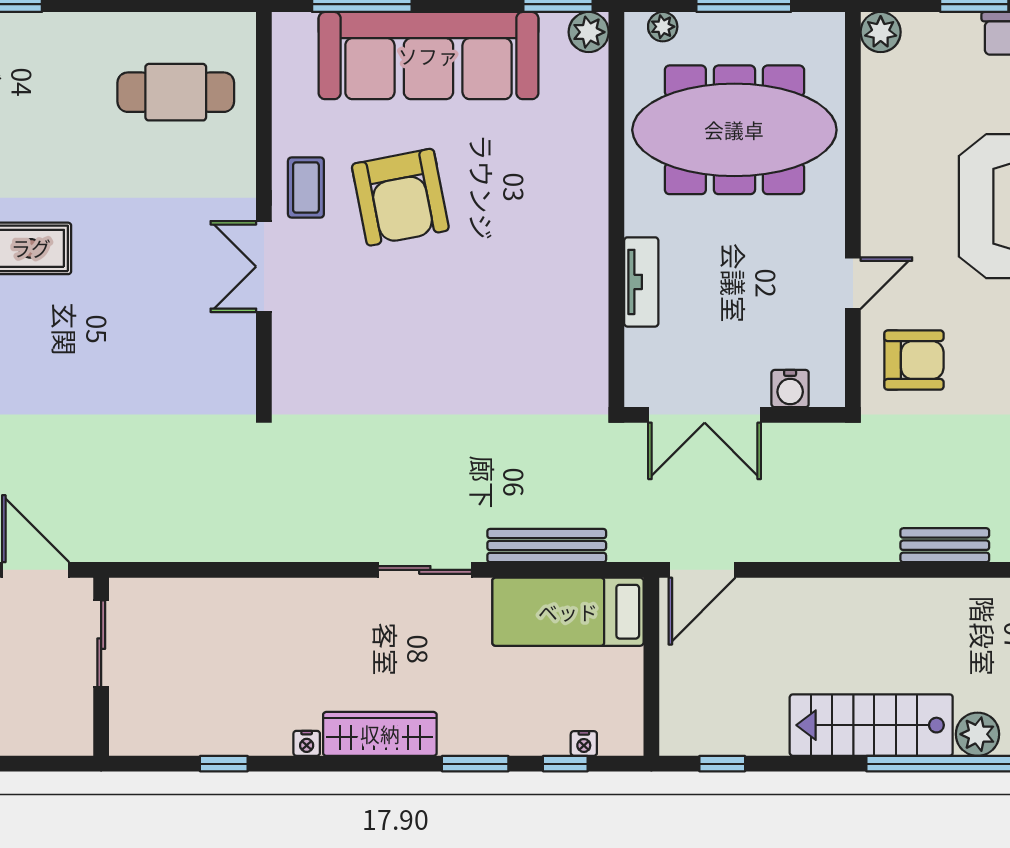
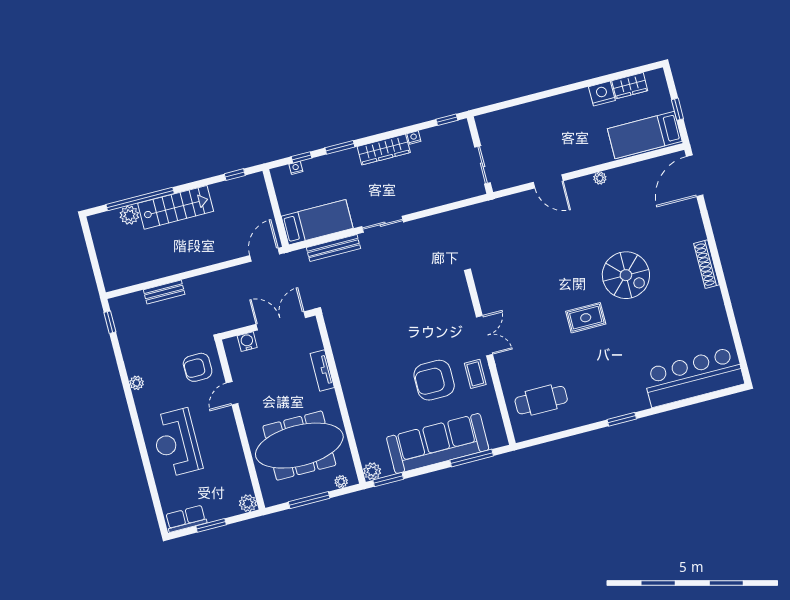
armchair: (400, 197) -> (434, 380), turned -79
sliding door: (101, 644) -> (483, 165), moved
wall: (101, 667) -> (480, 155), moved

